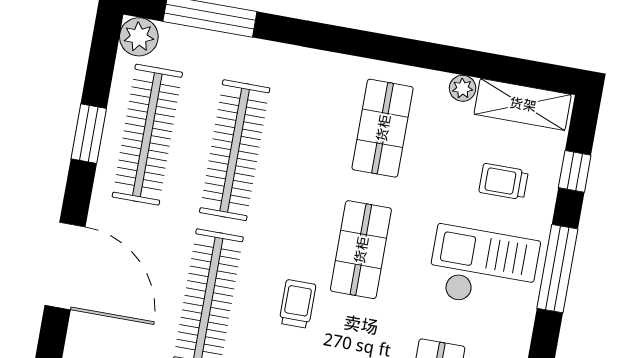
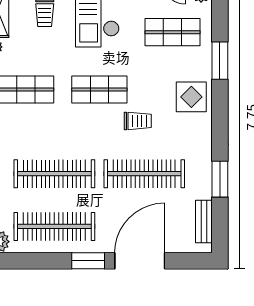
window: (89, 134) -> (88, 261), moved
trolley: (297, 304) -> (138, 121), turned 180

